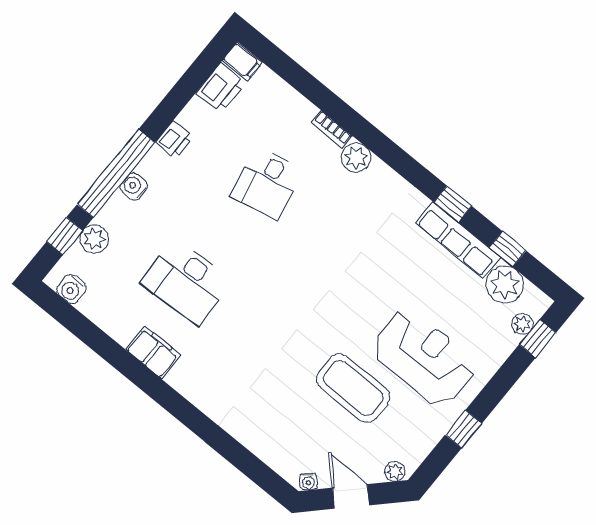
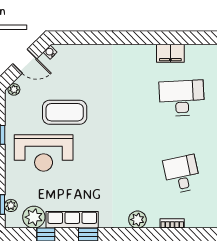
plant: (356, 157) -> (137, 220), moved

